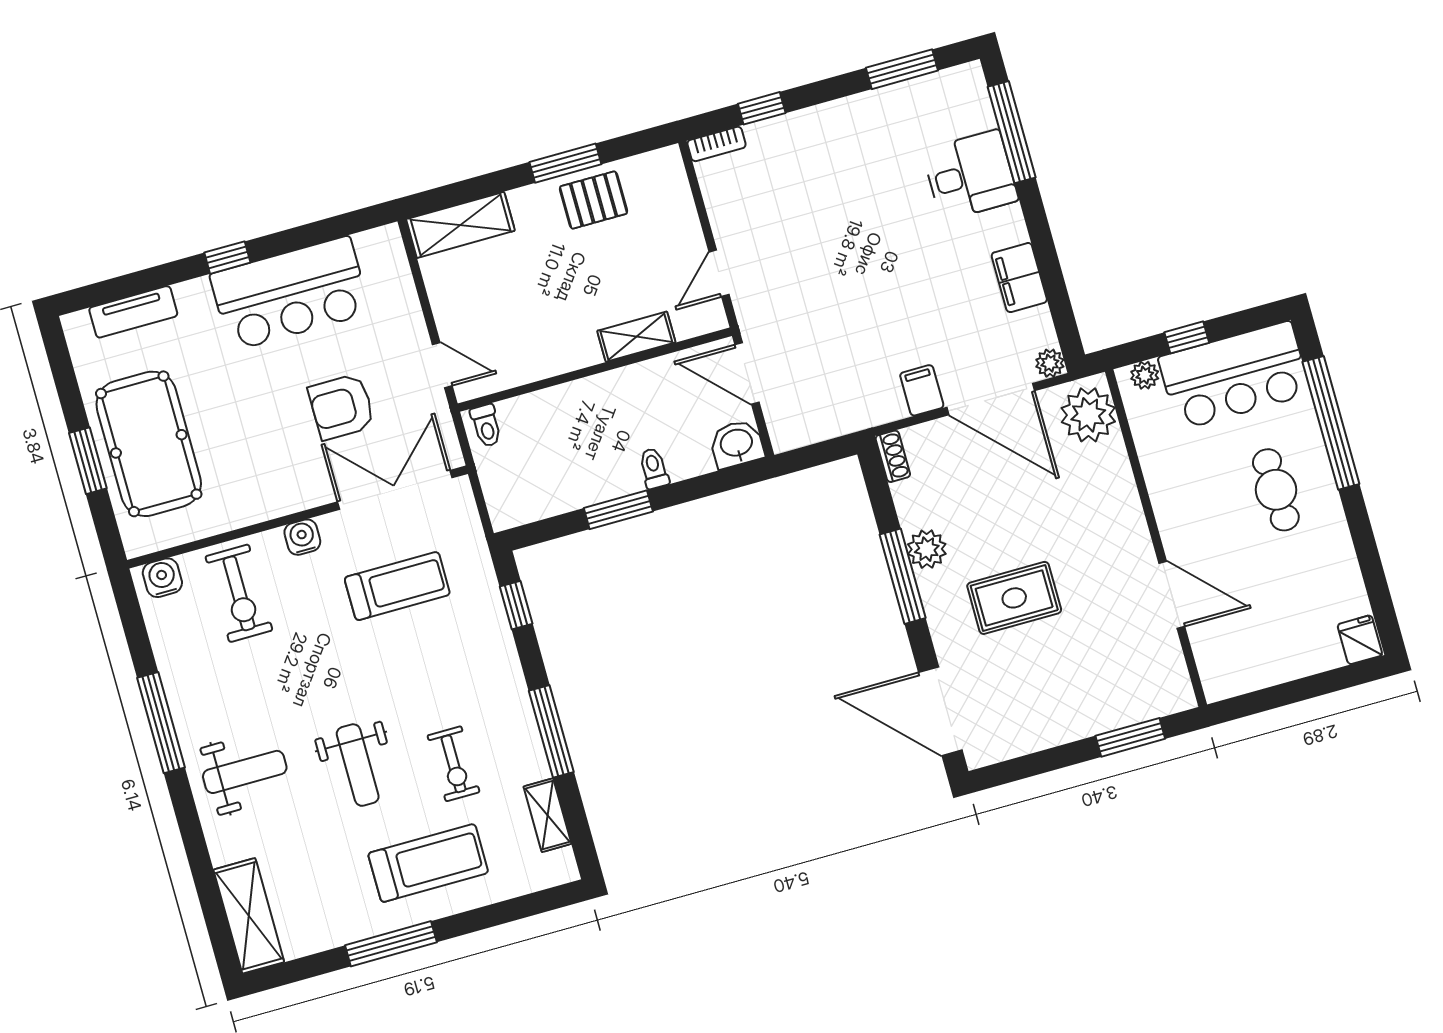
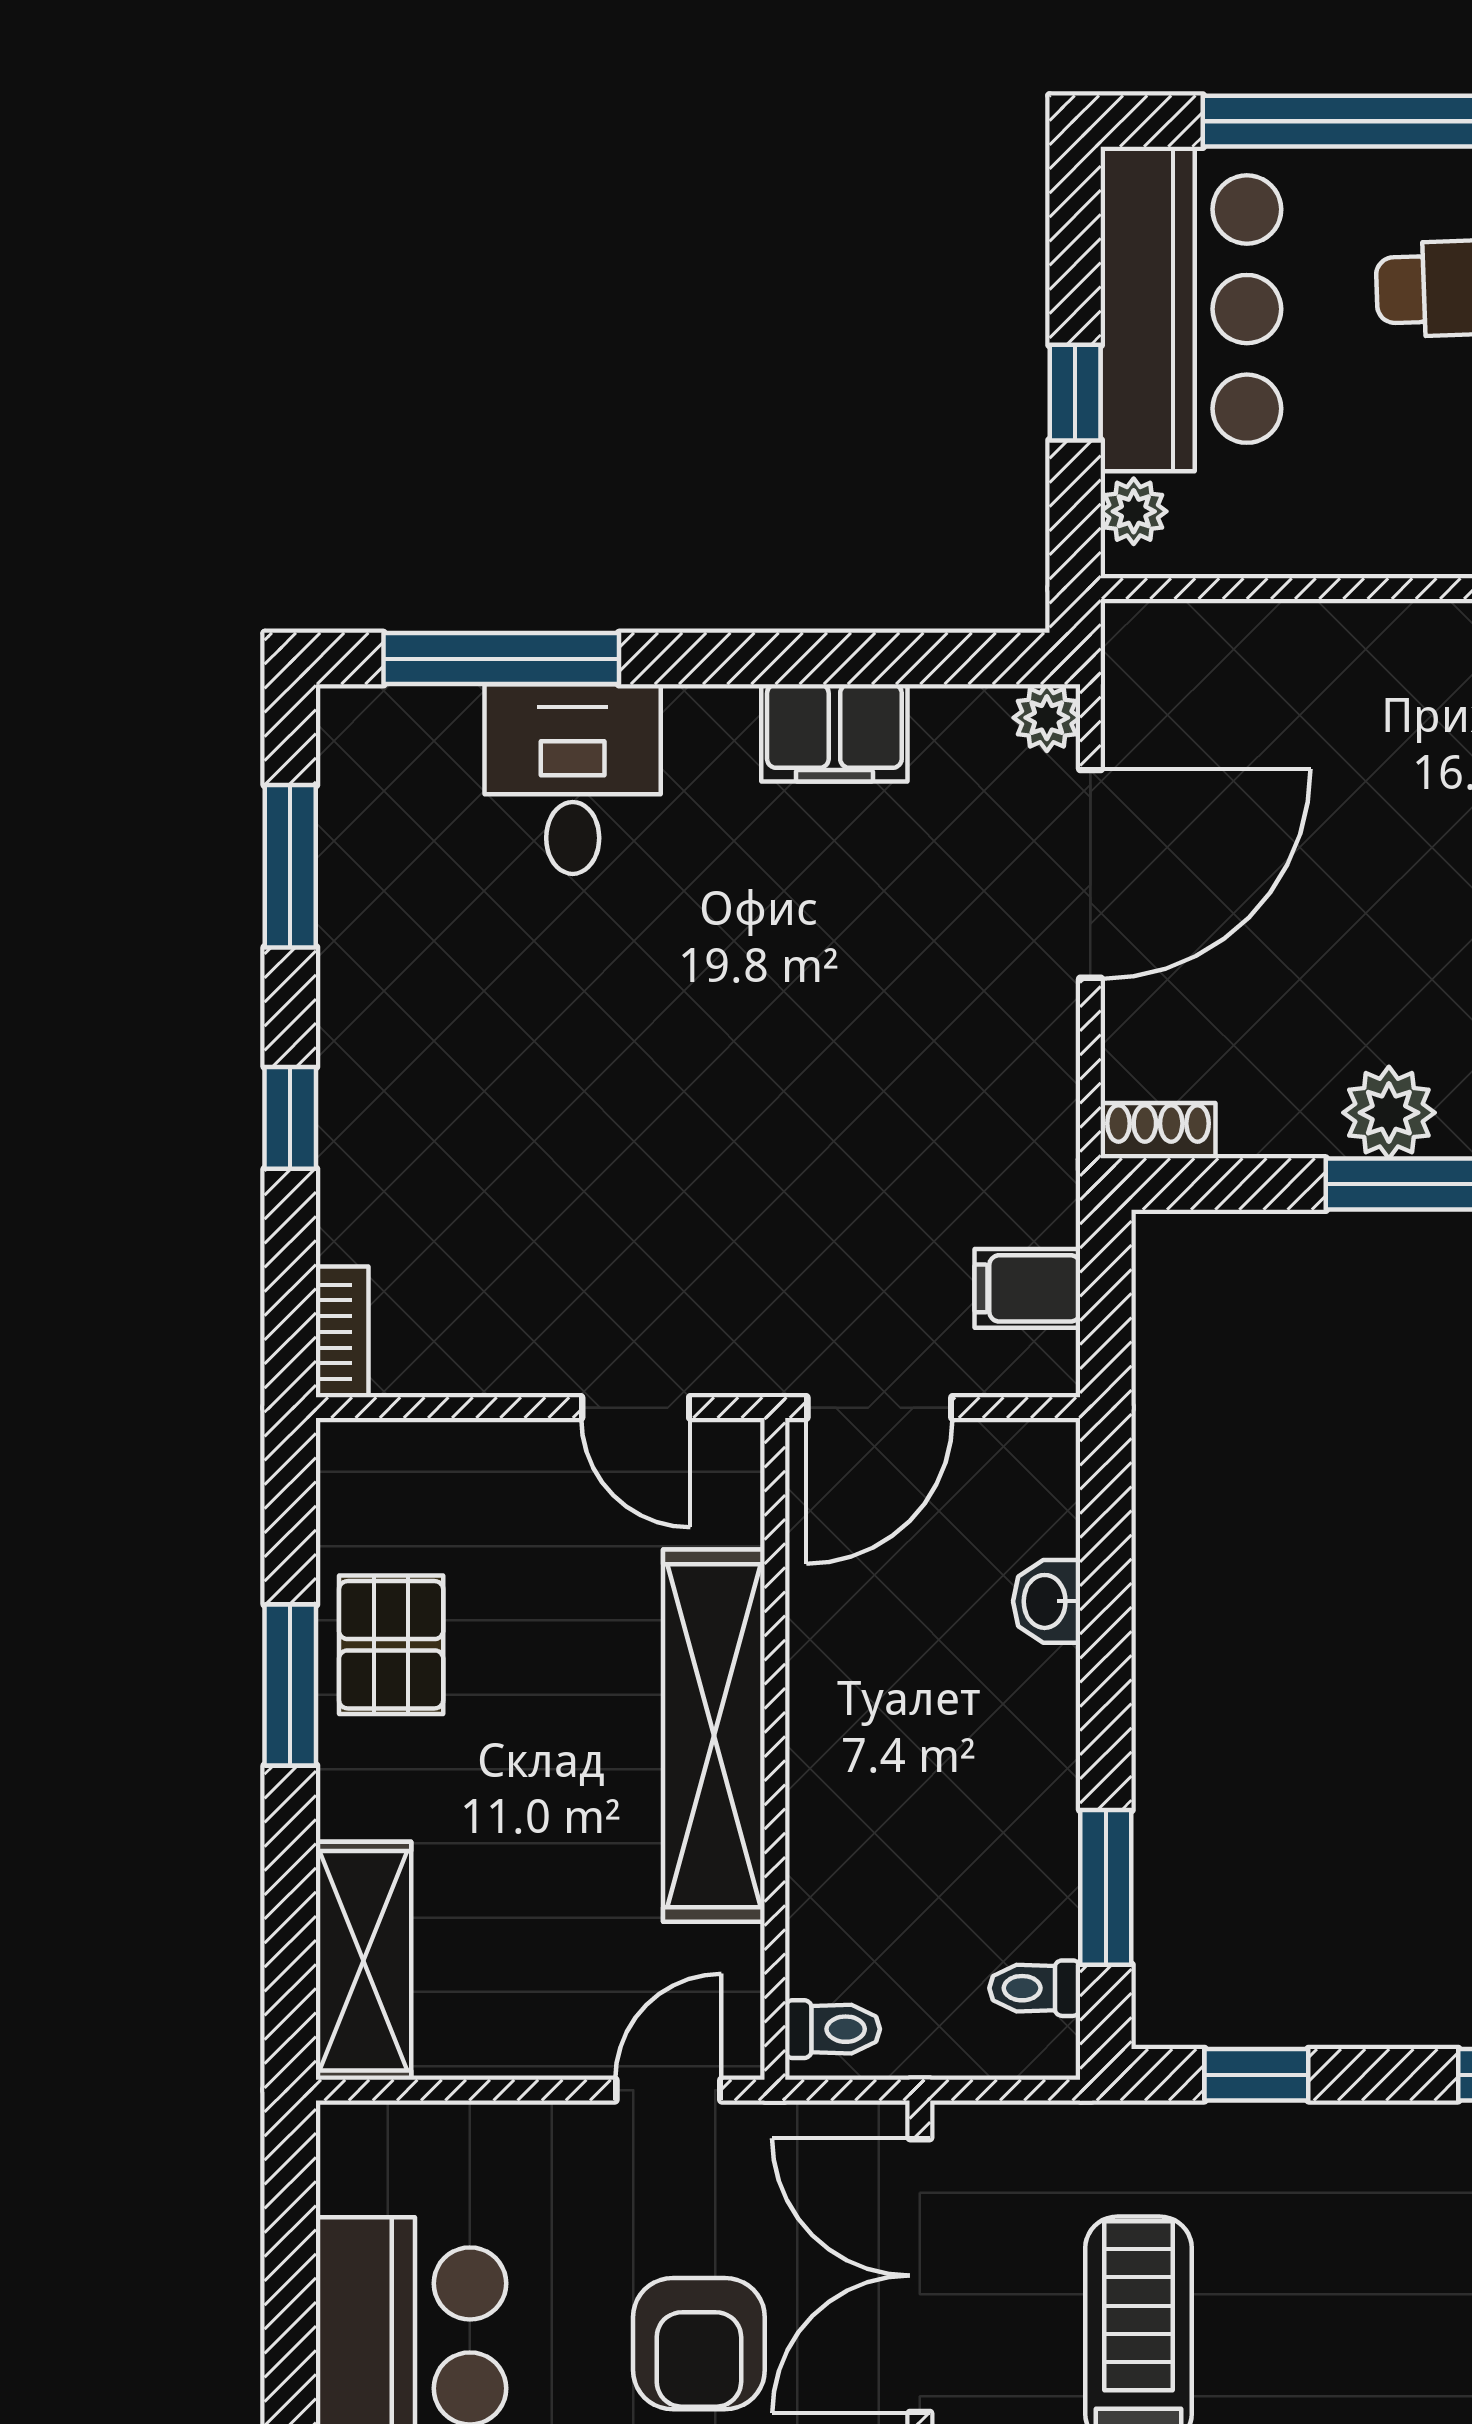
window: (762, 108) -> (290, 1118), moved
shelving: (636, 337) -> (714, 1736), width x2.20, depth x1.33
filing cabinet: (922, 390) -> (1027, 1288), moved
plant: (1088, 415) -> (1188, 664), removed
washbasin: (737, 444) -> (1047, 1601), moved, width x0.72, depth x0.69
toilet: (654, 468) -> (1035, 1988), moved
window: (618, 510) -> (1106, 1887), moved

